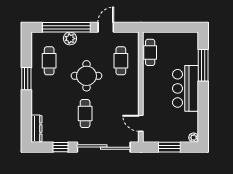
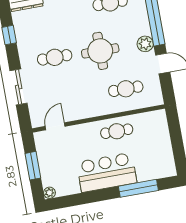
plant: (70, 39) -> (145, 44), moved
cafe table: (150, 52) -> (117, 131), moved
sliding door: (104, 147) -> (19, 87), width x0.54

